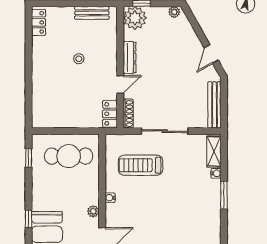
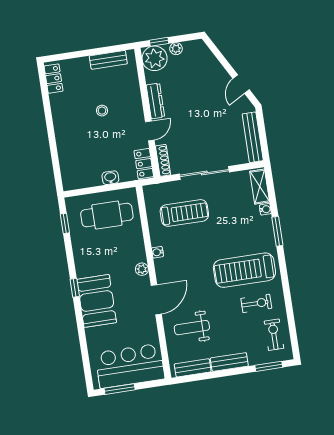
plant: (174, 12) -> (176, 49), moved
washbasin: (77, 122) -> (110, 178), added
treadmill: (140, 165) -> (184, 213), turned 180
treadmill: (188, 227) -> (244, 270), added

